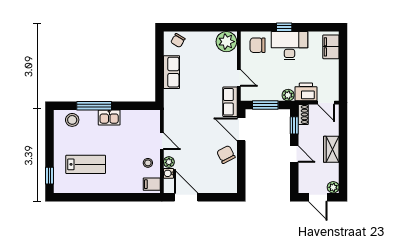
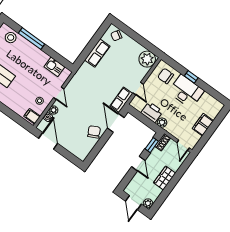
filing cabinet: (331, 47) -> (203, 125), moved
printer: (306, 92) -> (152, 112), moved
window: (265, 105) -> (143, 118), removed
kitchen sink: (109, 117) -> (54, 67), moved

